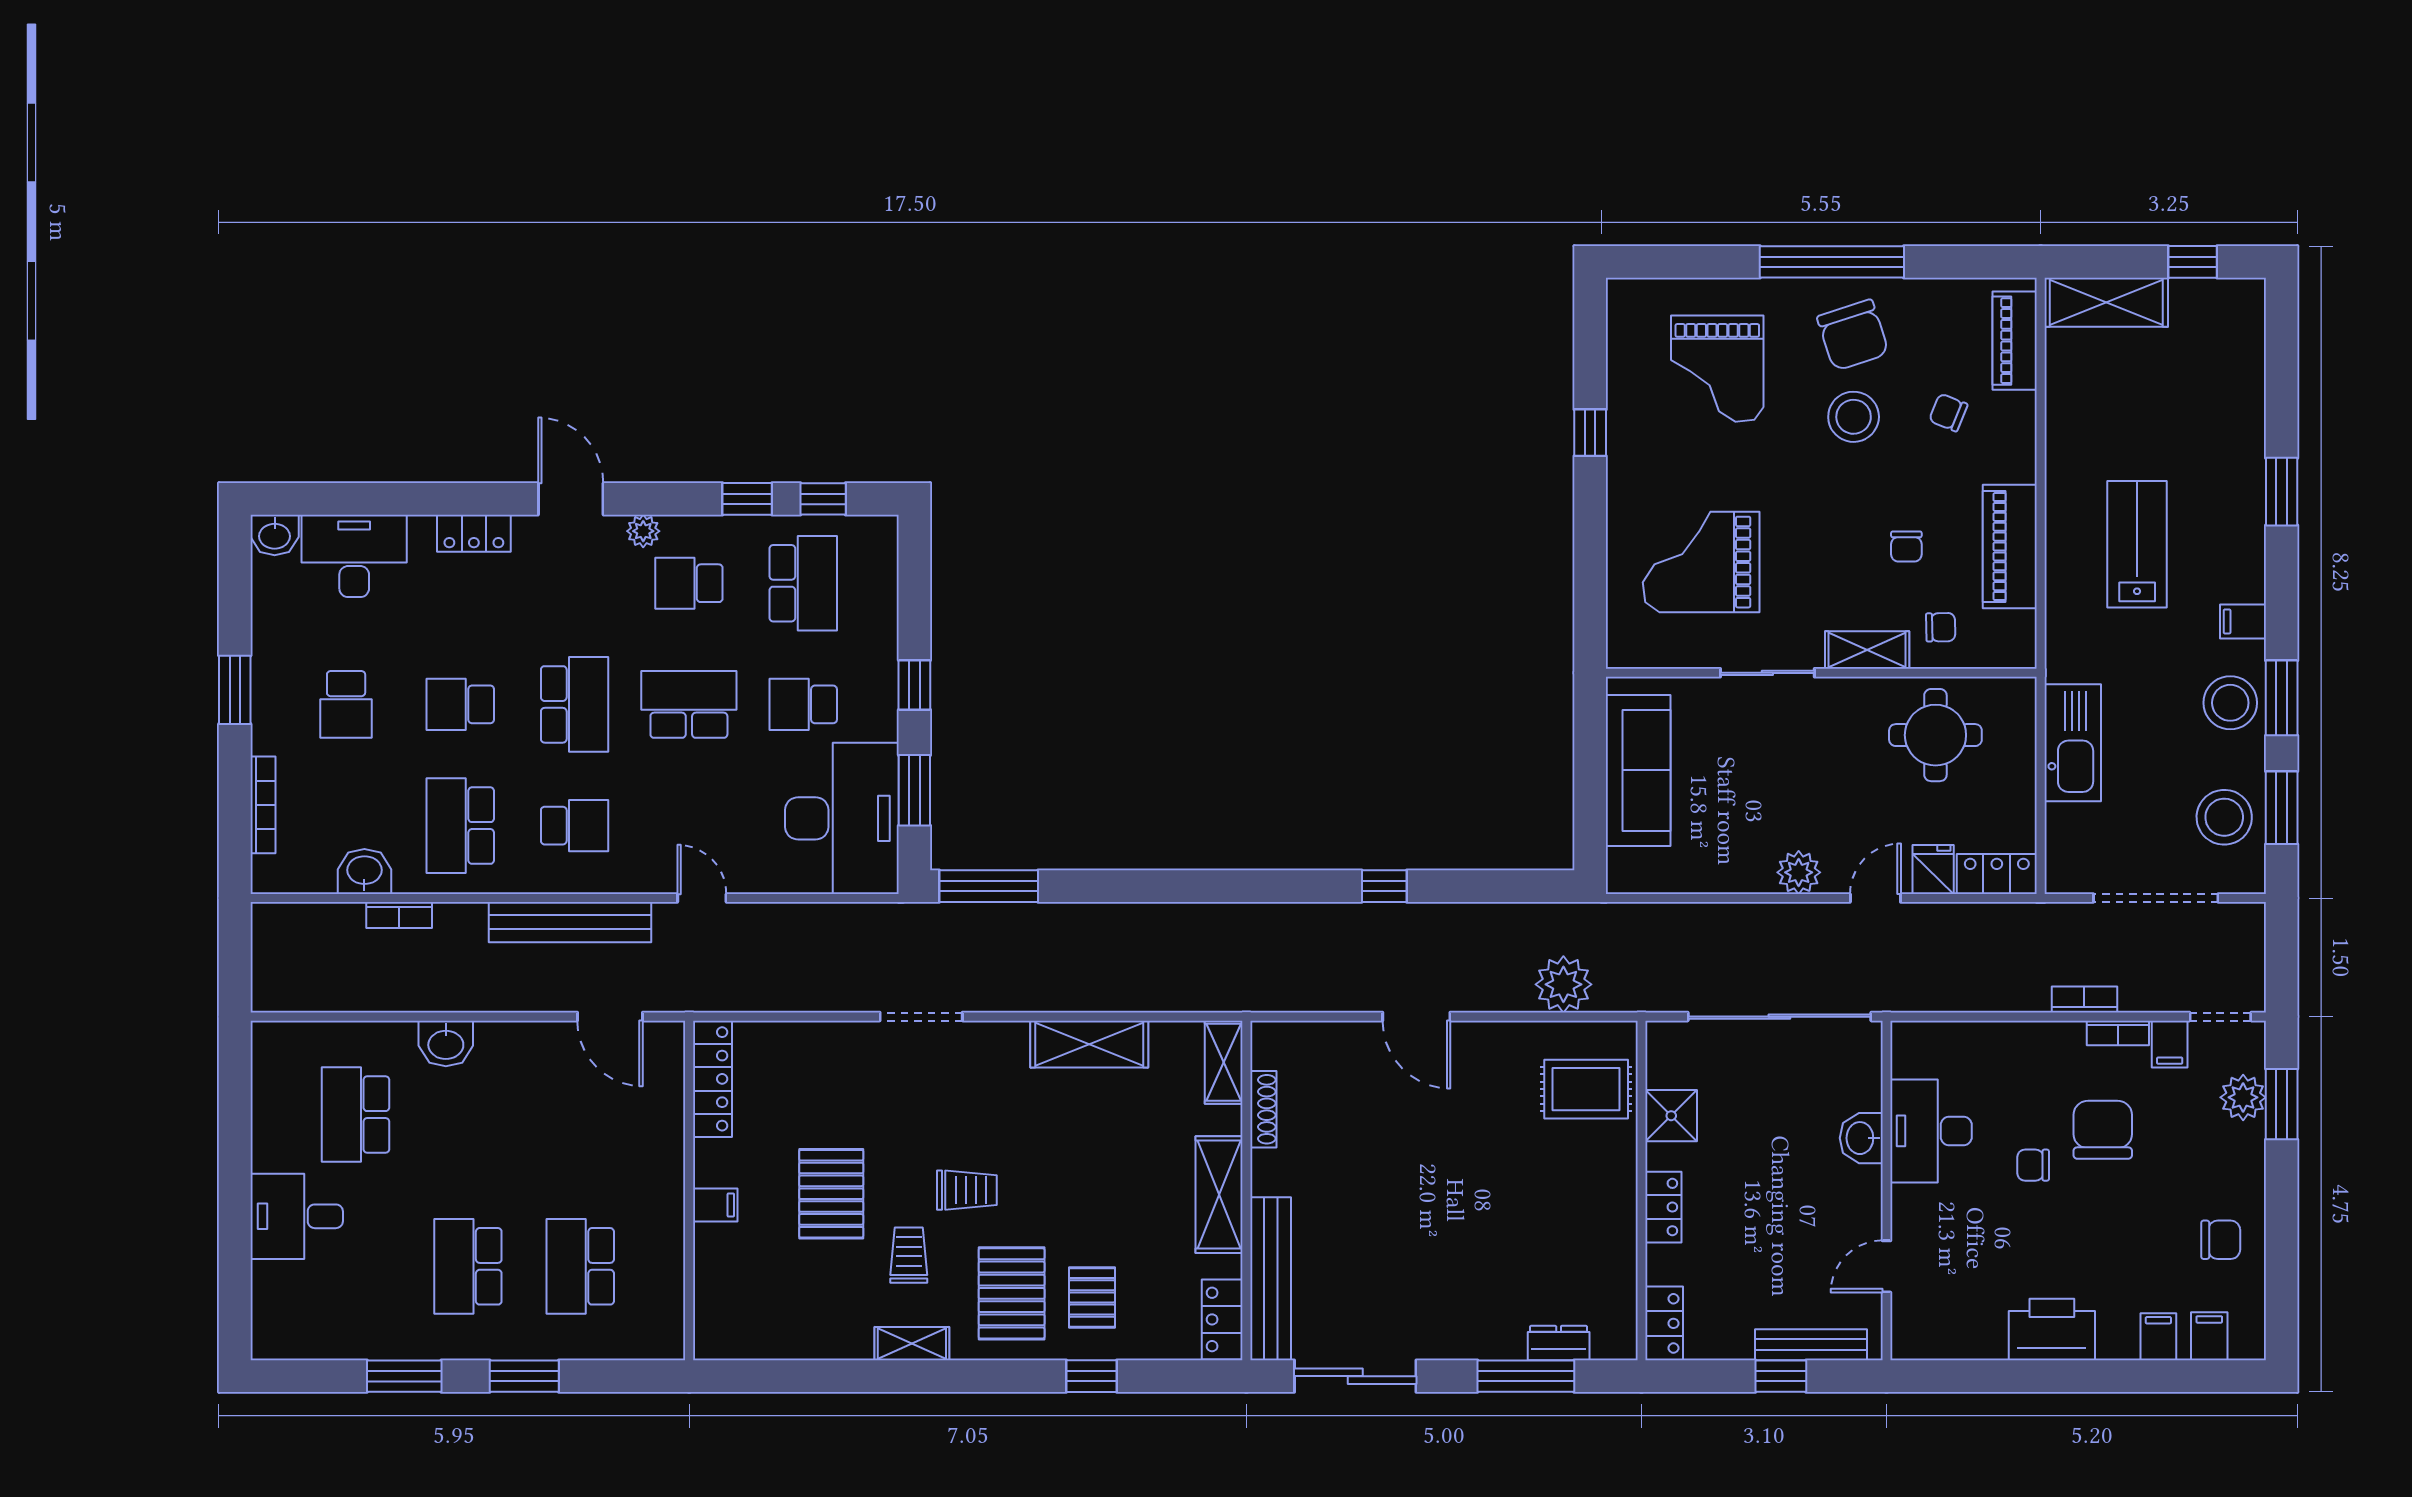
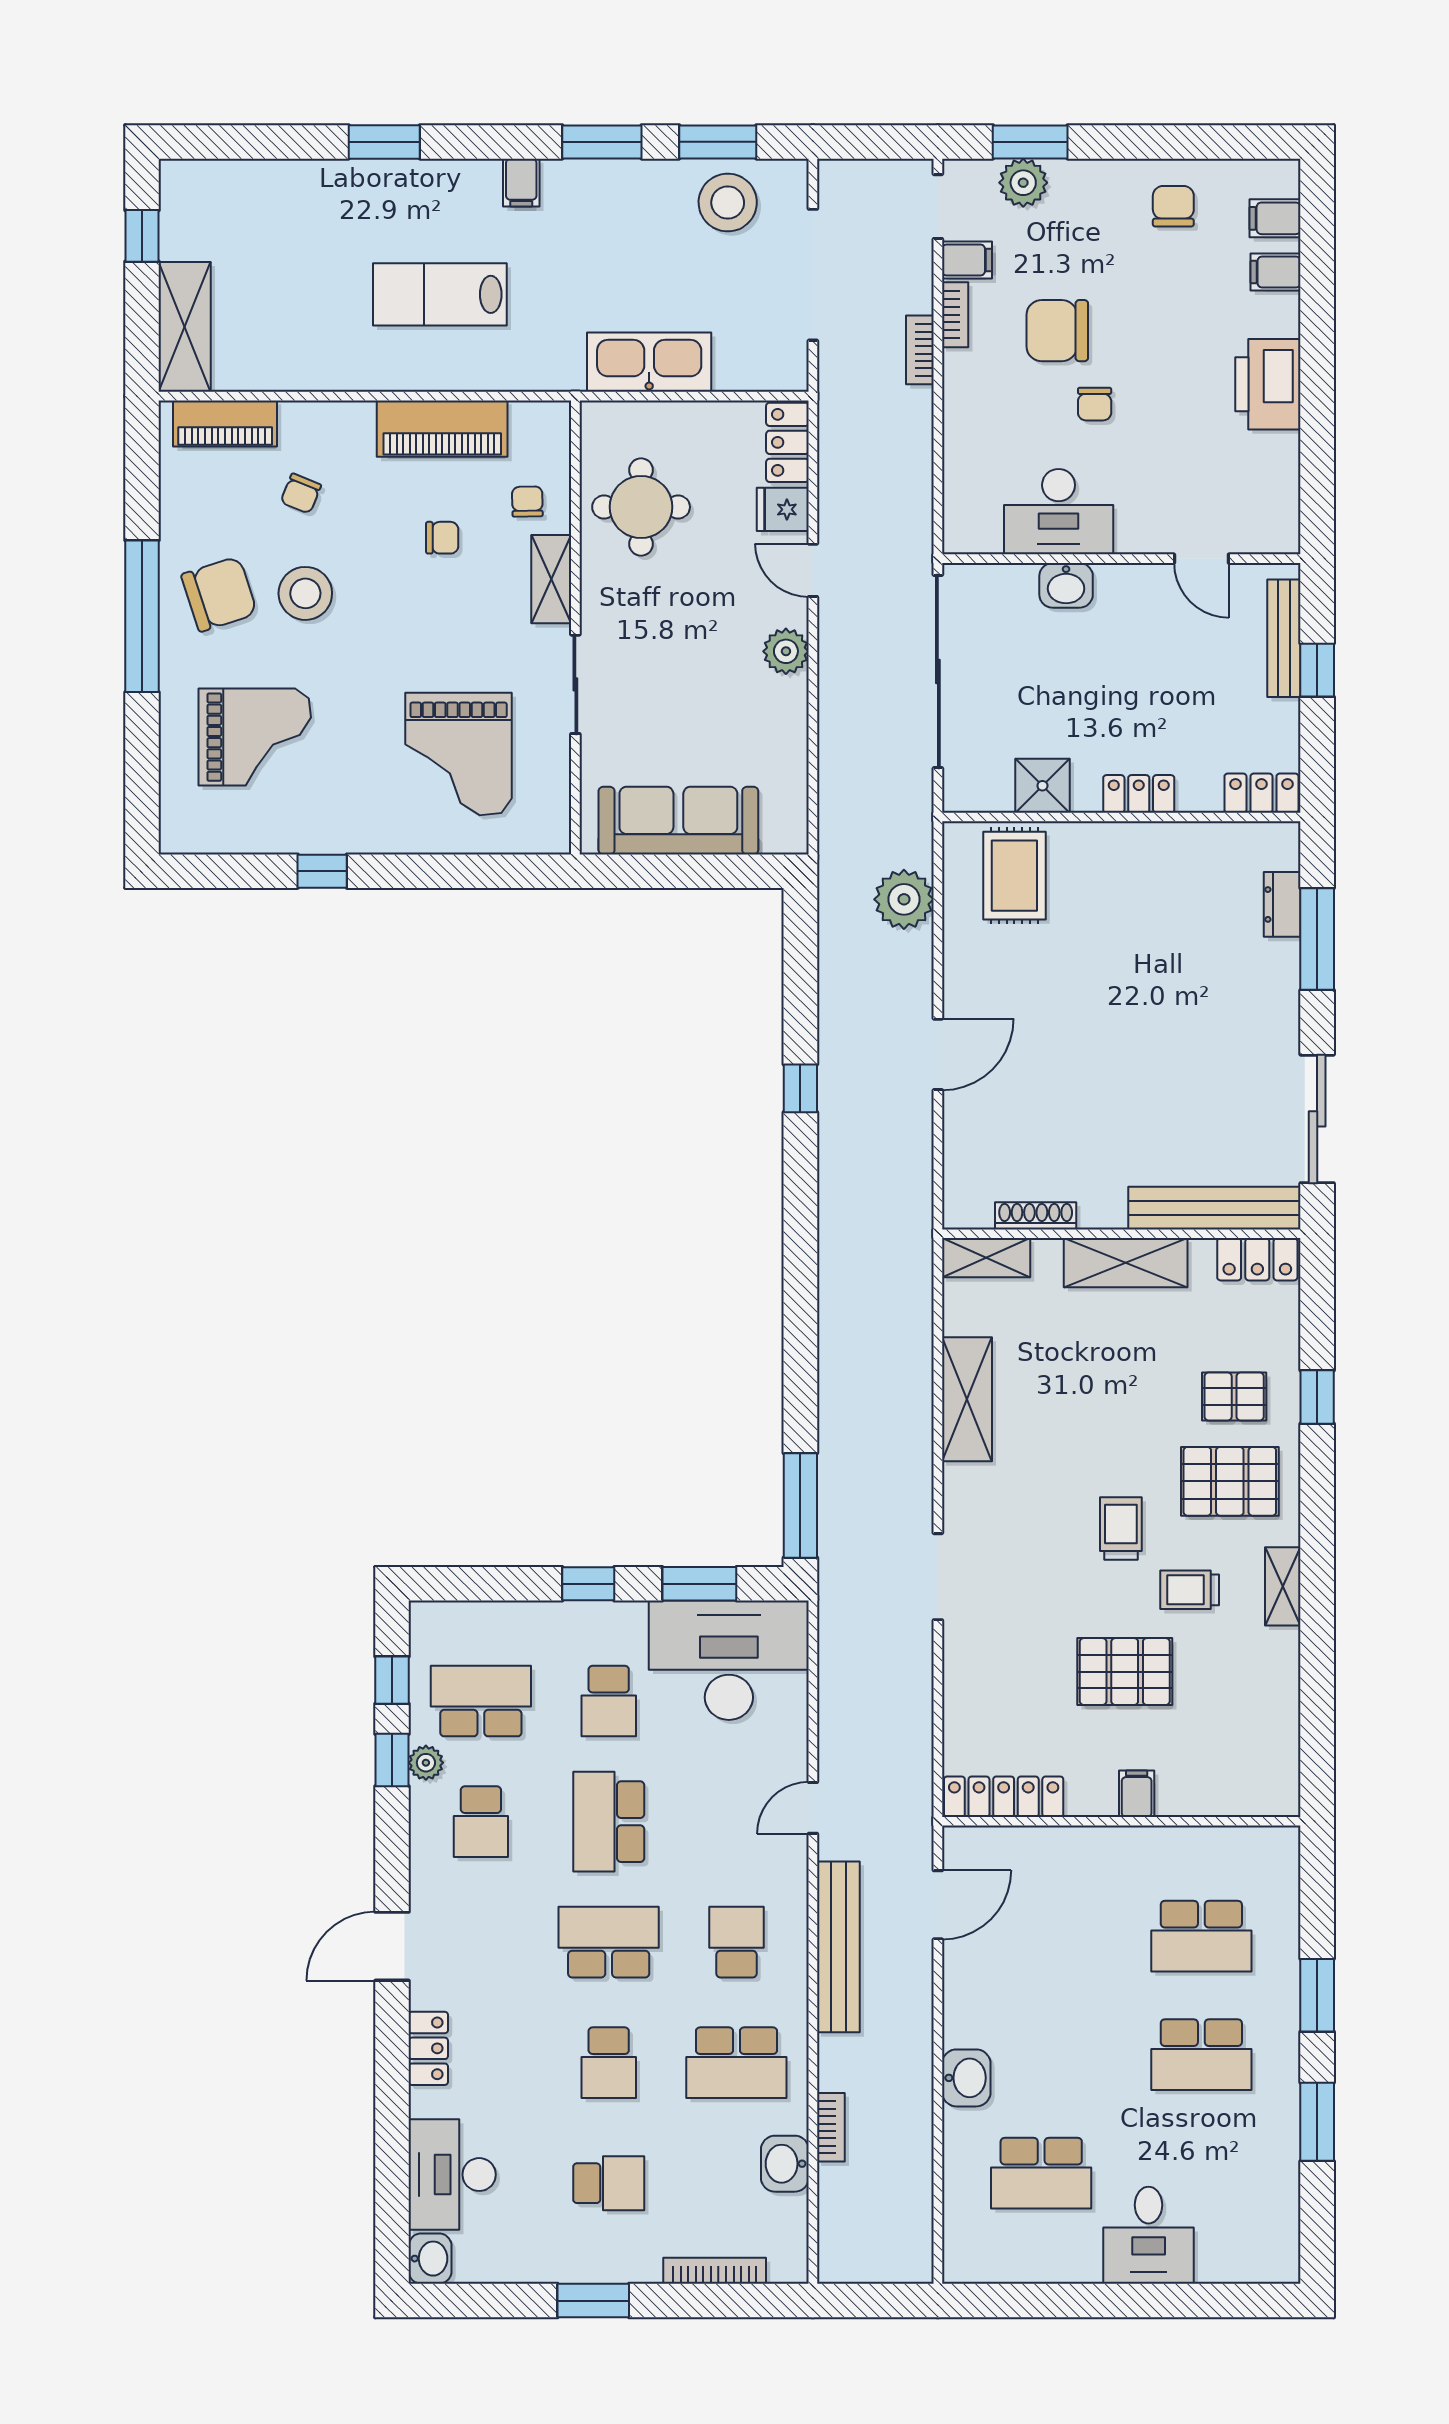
plant: (643, 531) -> (426, 1763), moved
stool: (2230, 703) -> (607, 196), removed

